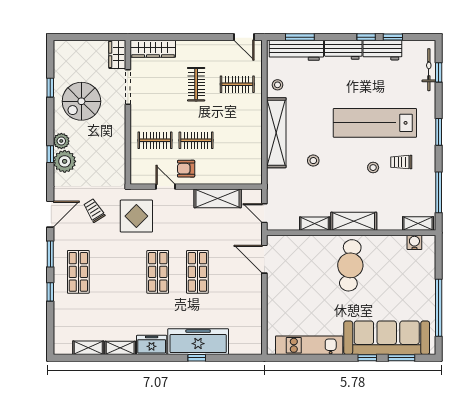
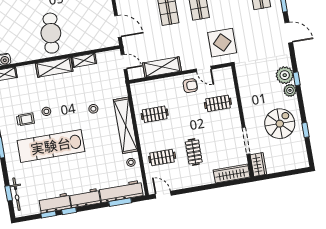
lab bench: (375, 123) -> (51, 146), turned 180
clothes rail: (196, 140) -> (155, 114), moved
trolley: (94, 210) -> (256, 41), removed
door: (50, 214) -> (289, 33), swing flipped

